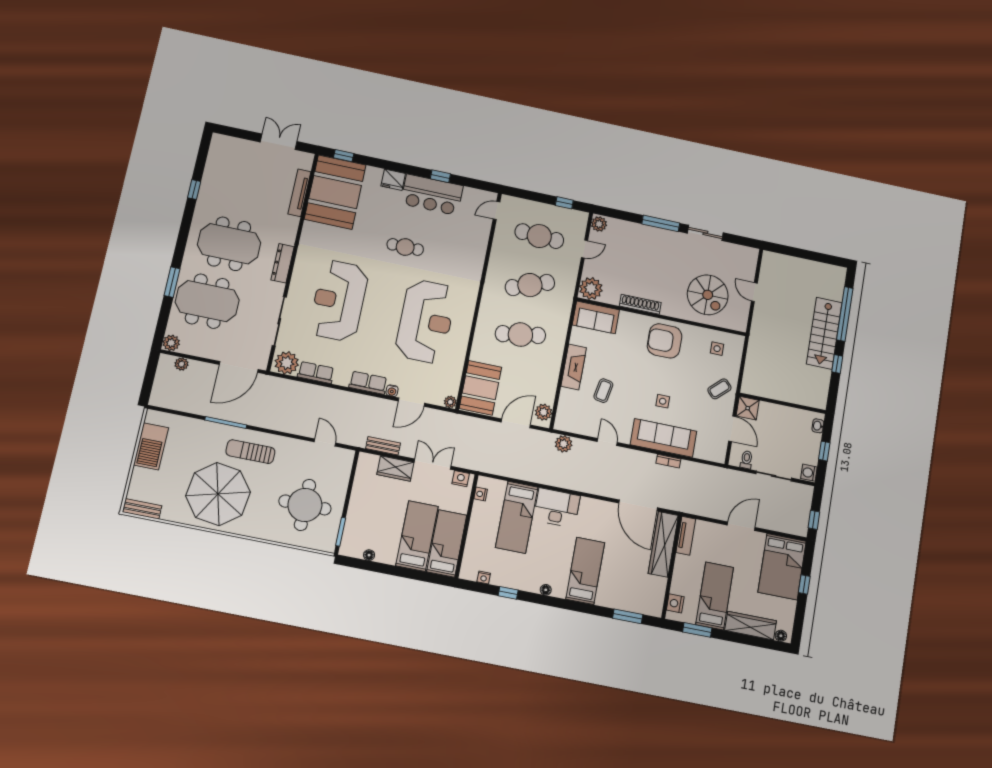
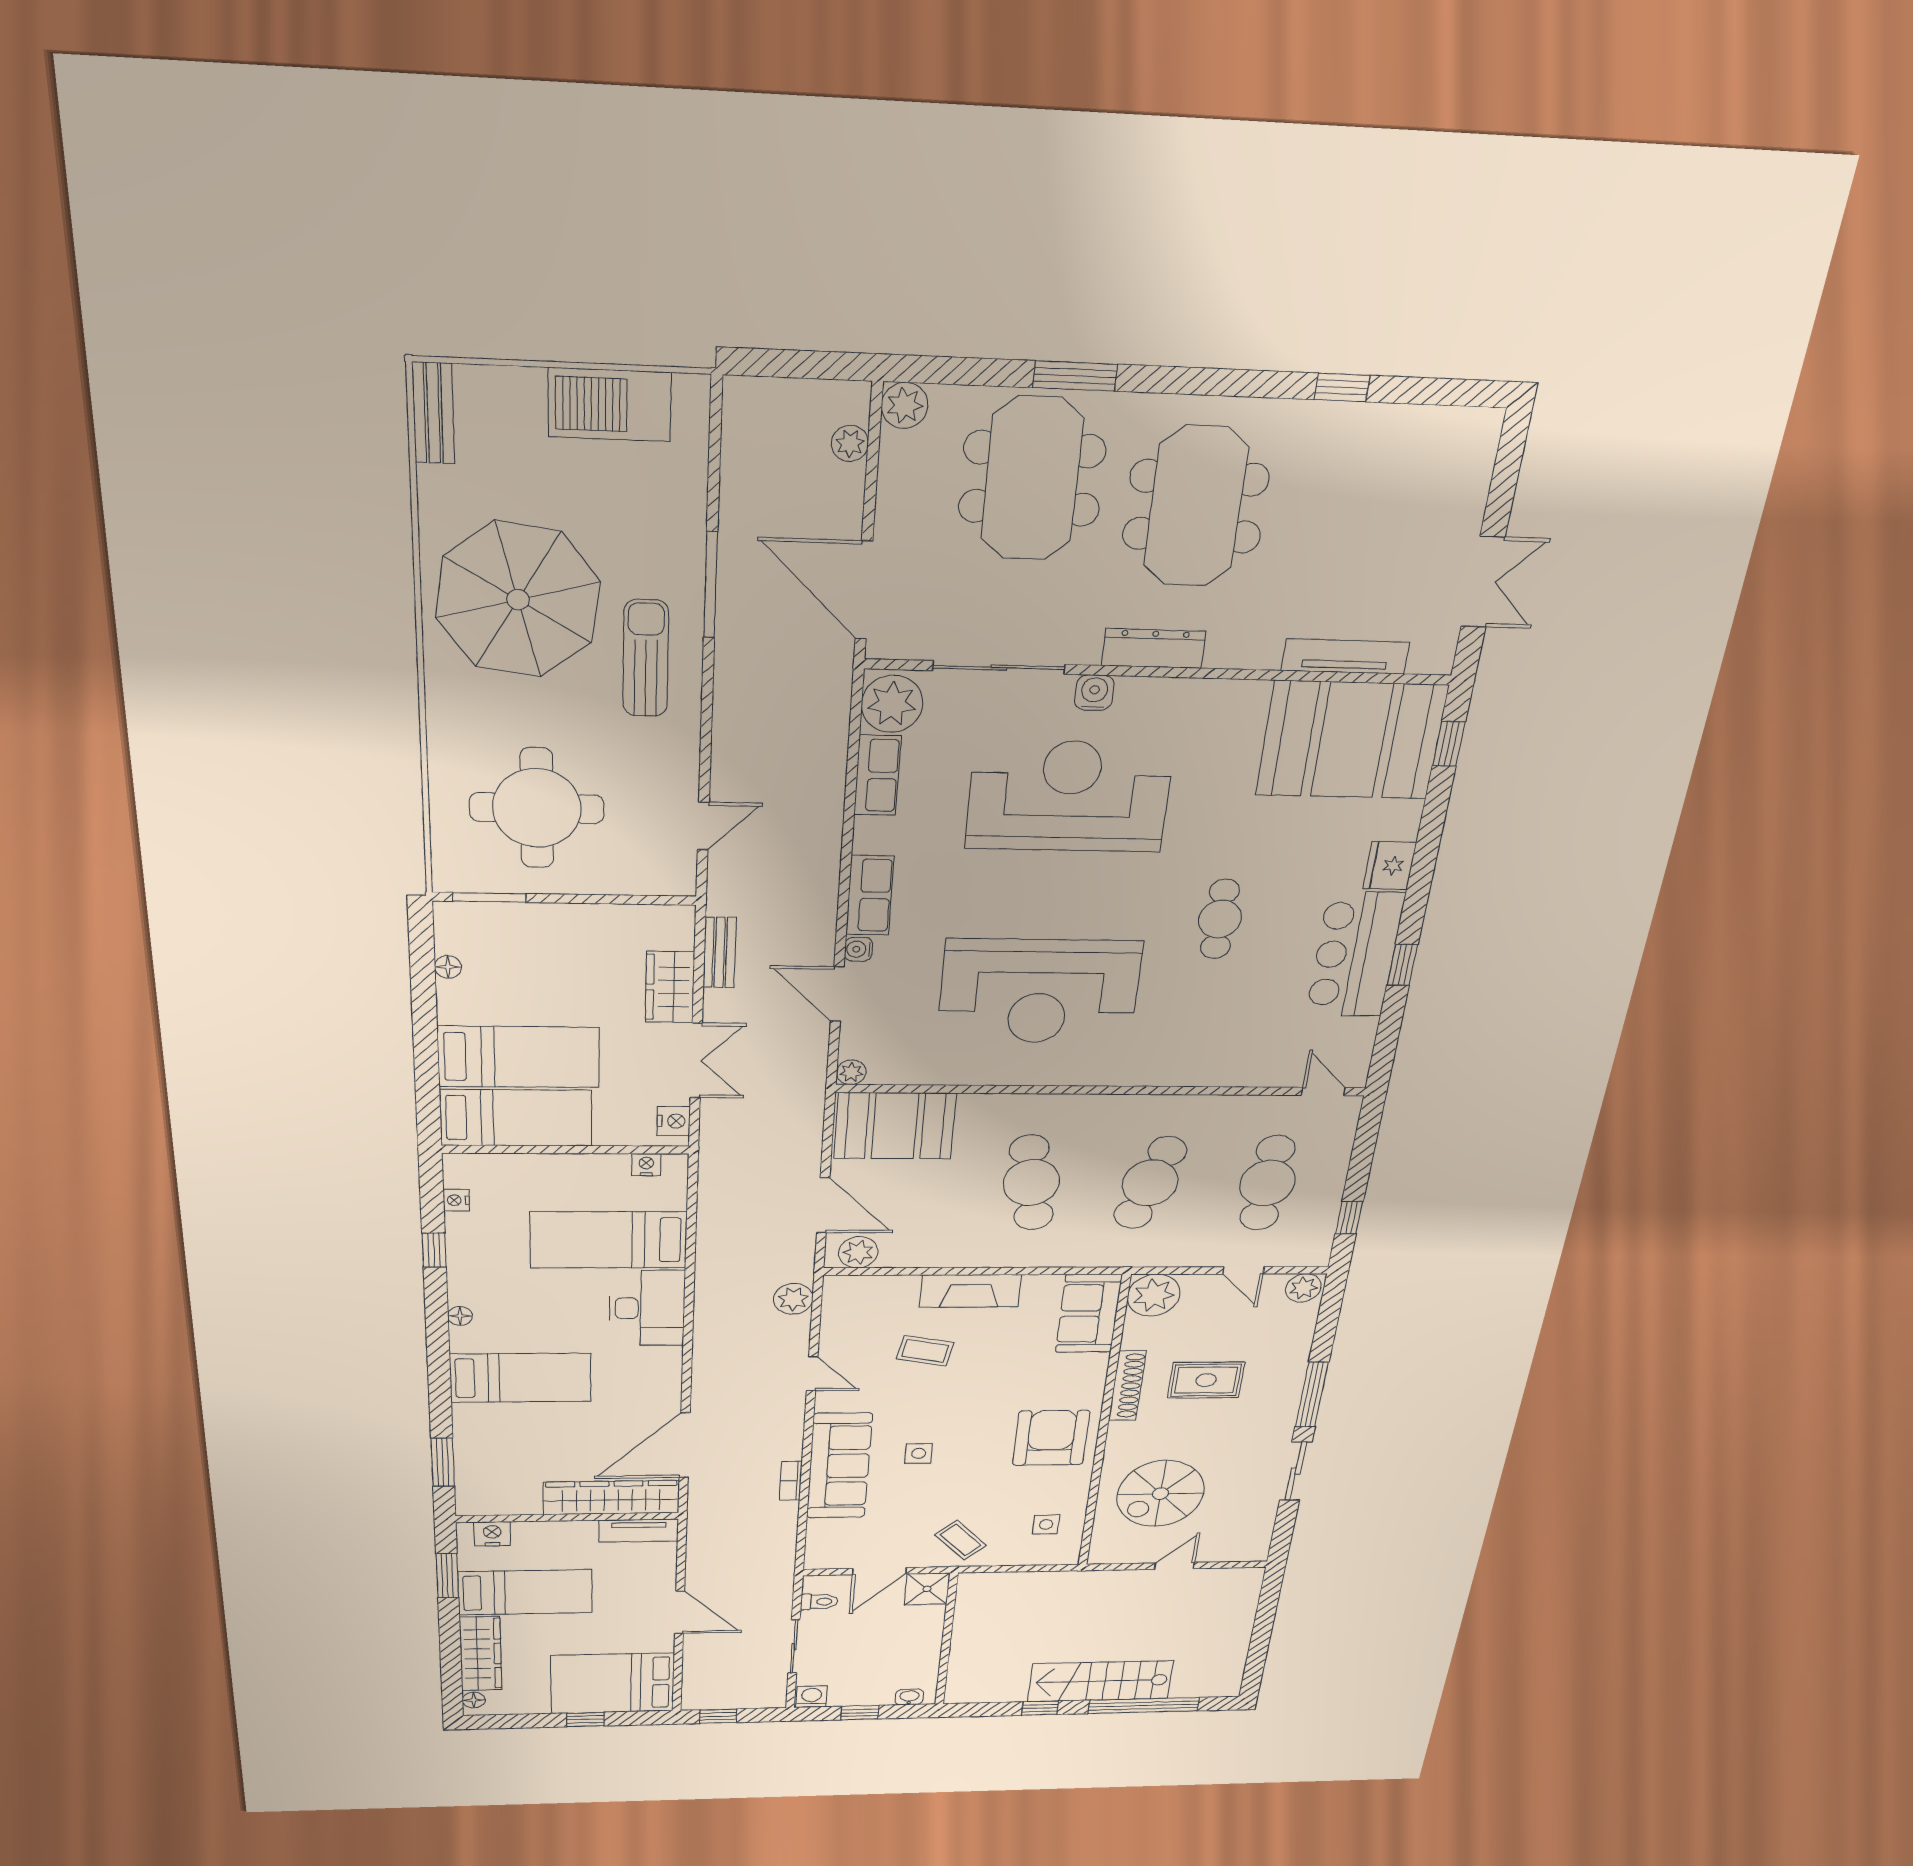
rug: (643, 269) -> (1206, 1380), added
cafe table: (530, 285) -> (1150, 1183), turned 39
water cooler: (296, 287) -> (1094, 693), added
door: (607, 442) -> (812, 1374), hinge flipped

